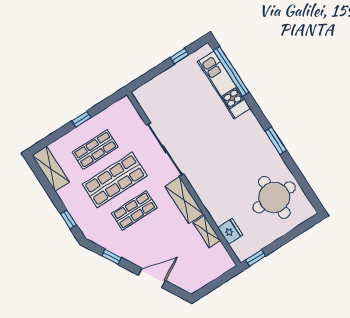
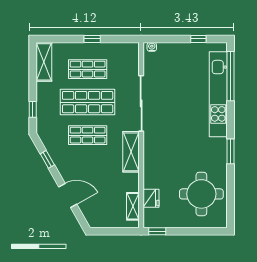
kitchen unit: (224, 85) -> (218, 94), width x1.36
water cooler: (141, 91) -> (152, 47), added
shelving: (207, 232) -> (133, 206), moved

